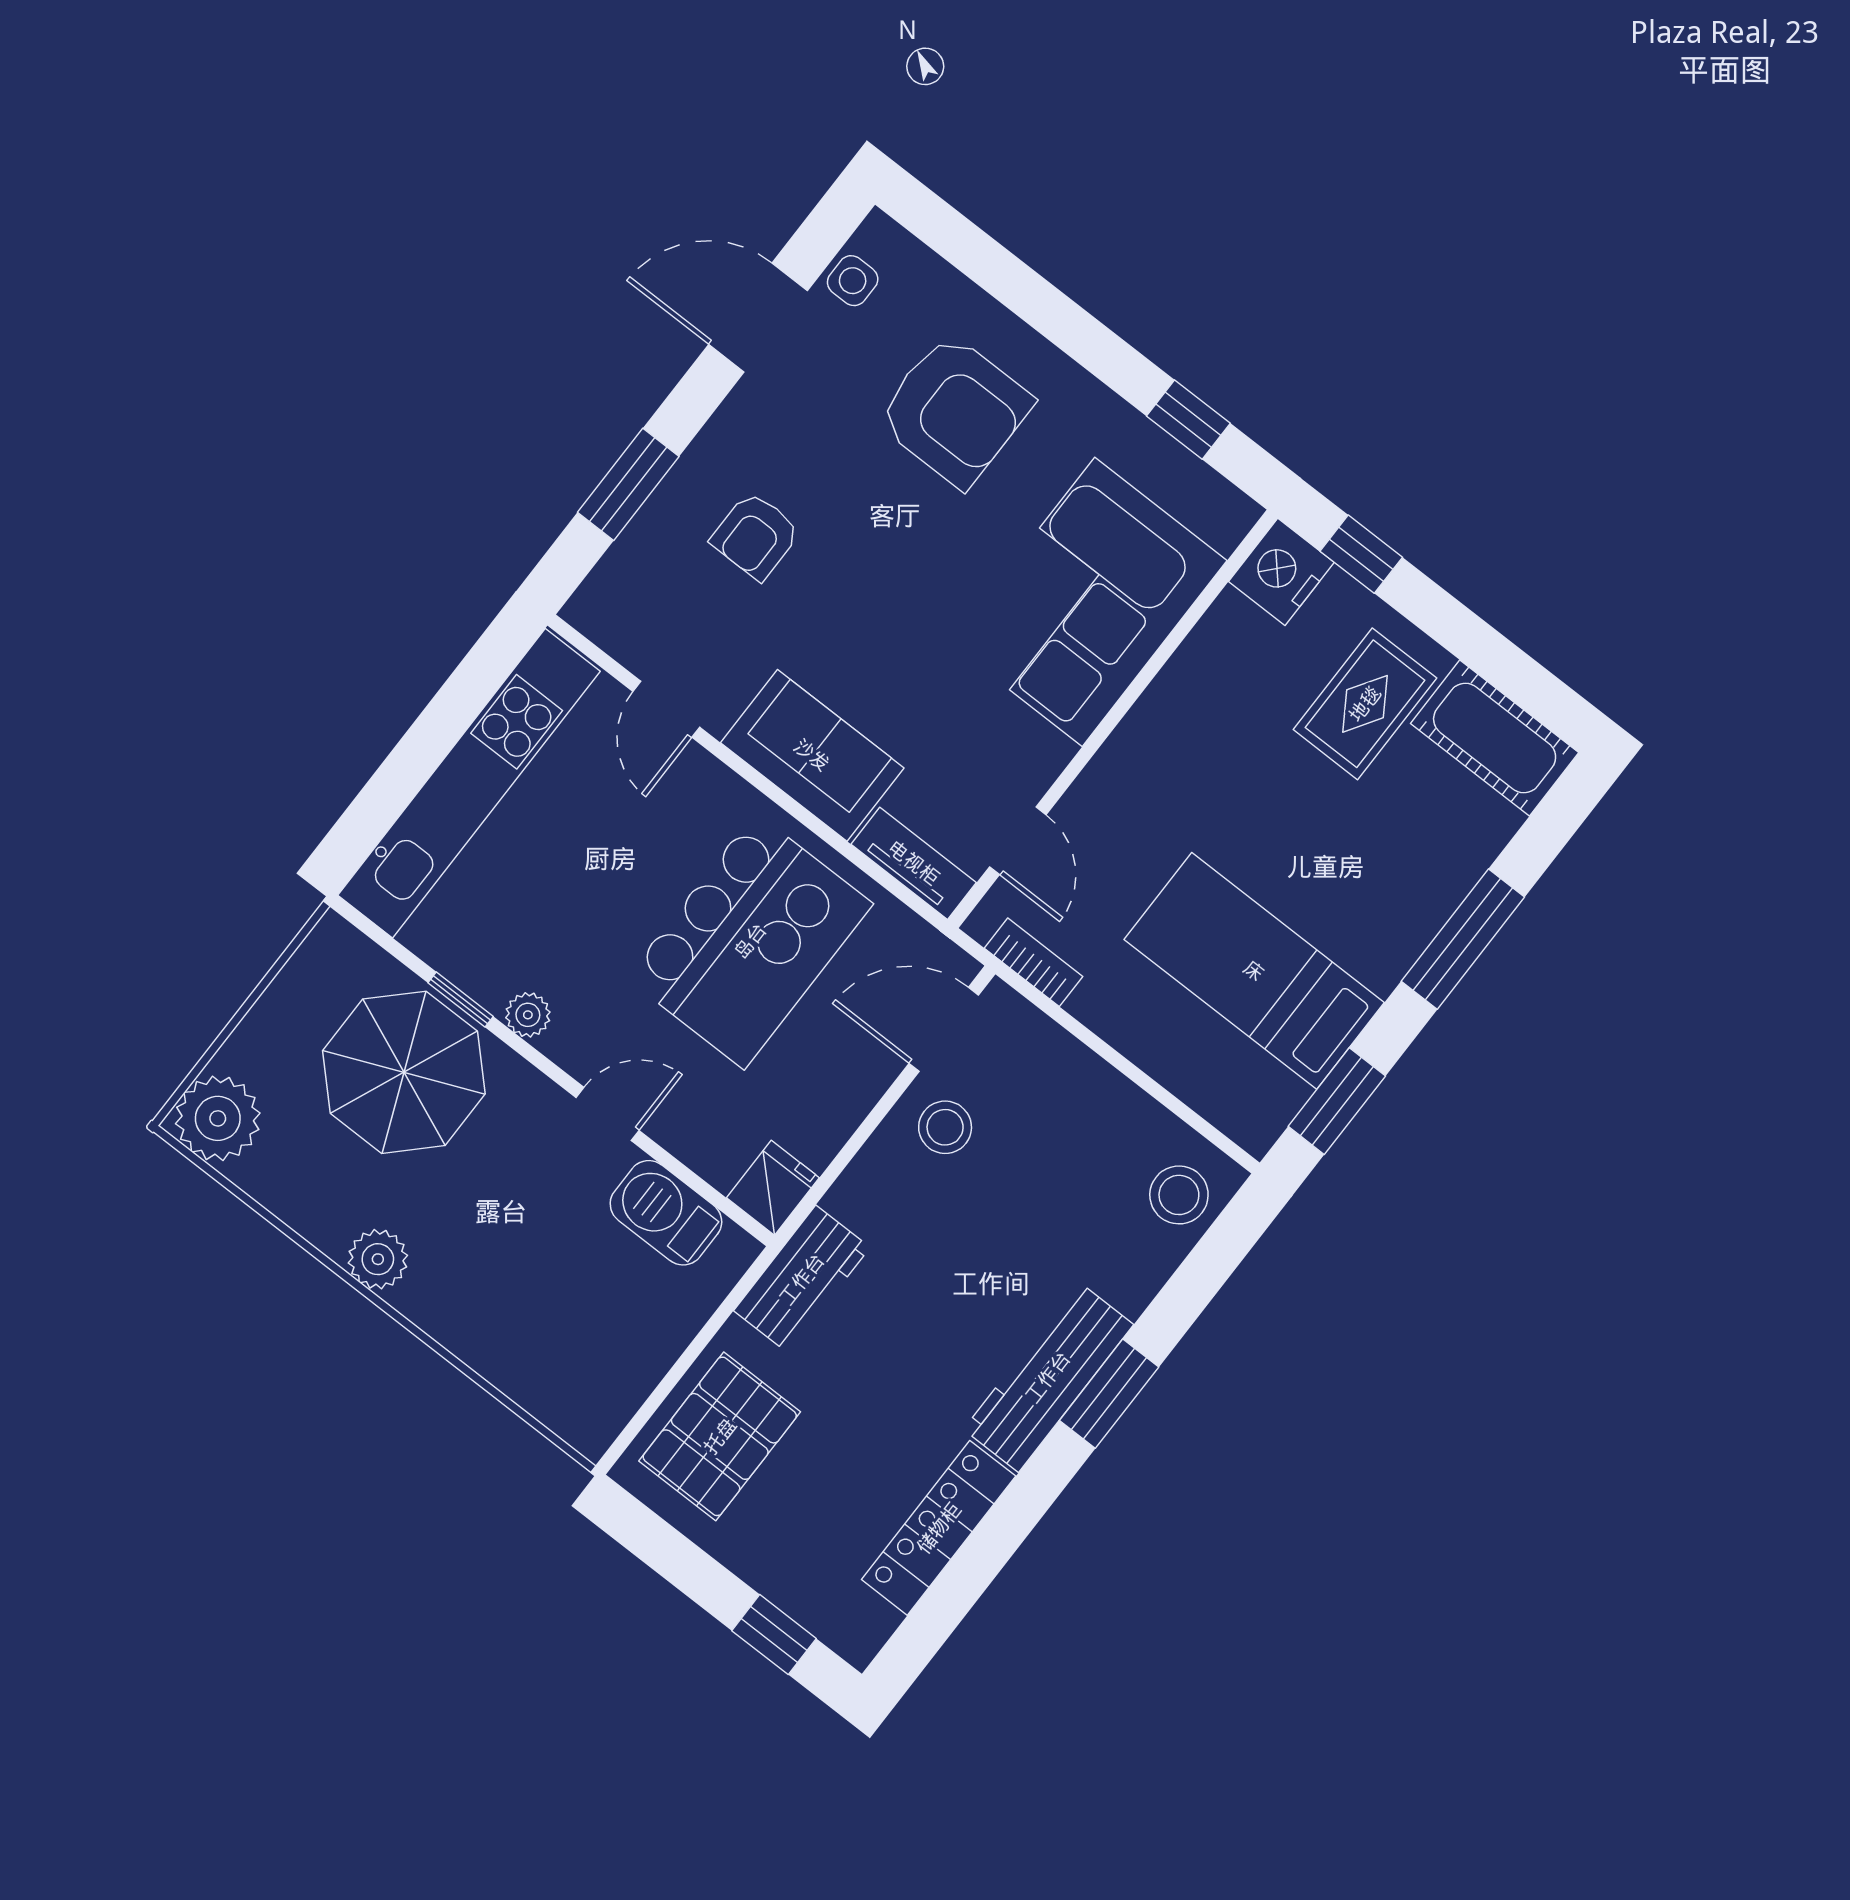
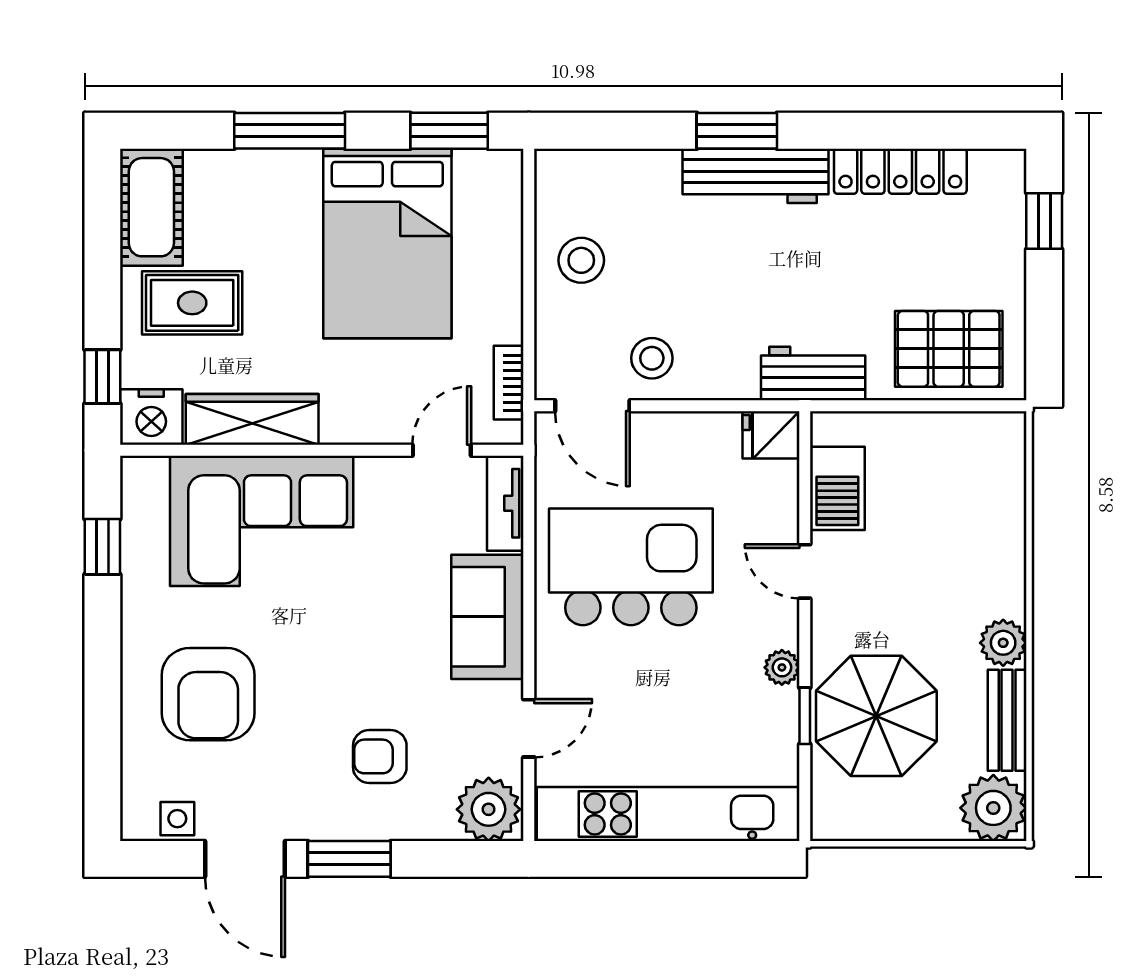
armchair: (955, 411) -> (208, 694), turned 180
window: (628, 484) -> (349, 859), moved
armchair: (756, 536) -> (380, 756), turned 180
plant: (616, 604) -> (489, 809), added
wardrobe: (1199, 673) -> (252, 419), added
bed: (1254, 971) -> (387, 243), width x1.50
stool: (1179, 1195) -> (581, 260), moved
bench: (296, 1202) -> (1007, 720), added

